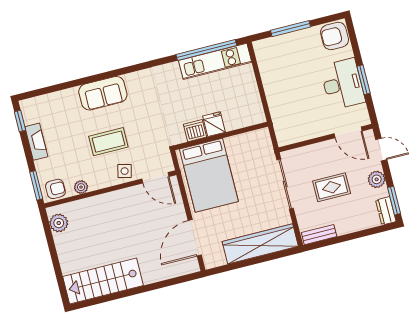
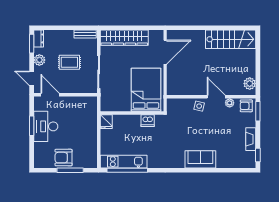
armchair: (335, 36) -> (64, 158), moved, turned 180
fridge: (214, 124) -> (106, 122), moved
coffee table: (108, 142) -> (205, 127), removed
door: (155, 178) -> (216, 97), moved

